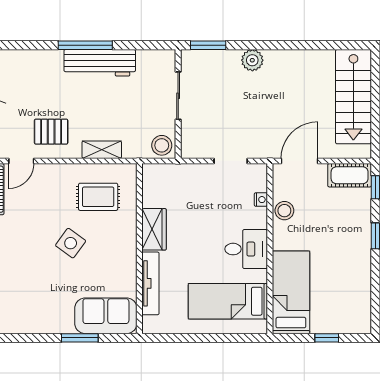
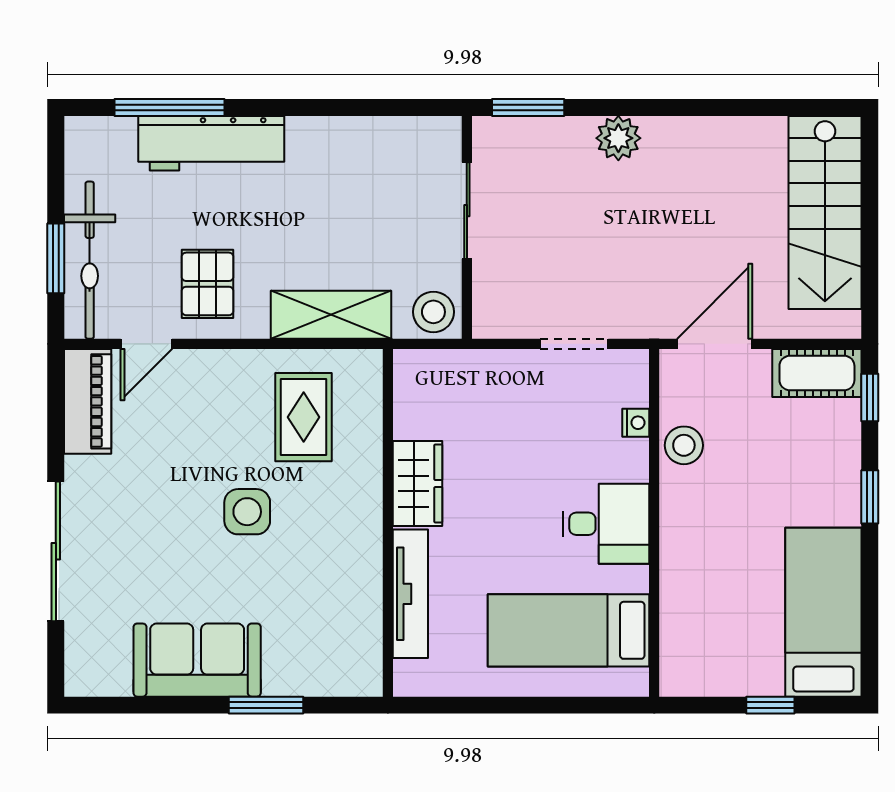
window: (85, 45) -> (170, 107), moved
workbench: (100, 63) -> (211, 143), moved
pallet: (51, 132) -> (208, 284), turned 90
shelving: (102, 150) -> (331, 315), width x1.50, depth x1.33
rug: (98, 197) -> (304, 417), turned 90
side table: (71, 243) -> (247, 512), turned -36
bed: (291, 292) -> (823, 612), moved
sofa: (106, 316) -> (197, 660), moved

